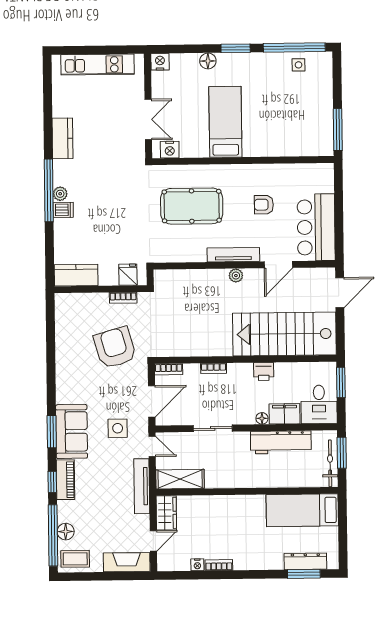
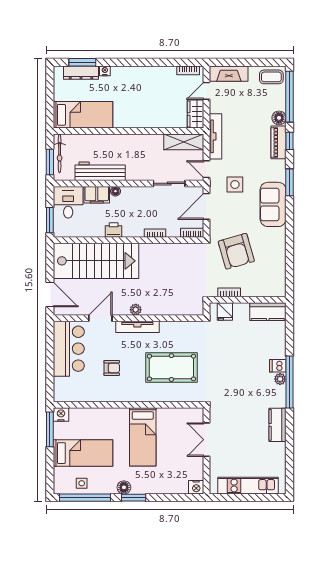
floor lamp: (208, 61) -> (124, 487), moved
bed: (297, 101) -> (83, 453), added
nightstand: (170, 150) -> (61, 414), moved
door: (340, 293) -> (50, 294), swing flipped
sliding door: (213, 428) -> (169, 183), moved
sofa: (72, 431) -> (273, 204), moved
floor lamp: (66, 532) -> (279, 118), moved
nightstand: (197, 565) -> (105, 71), moved
bookcase: (219, 565) -> (188, 70), moved

